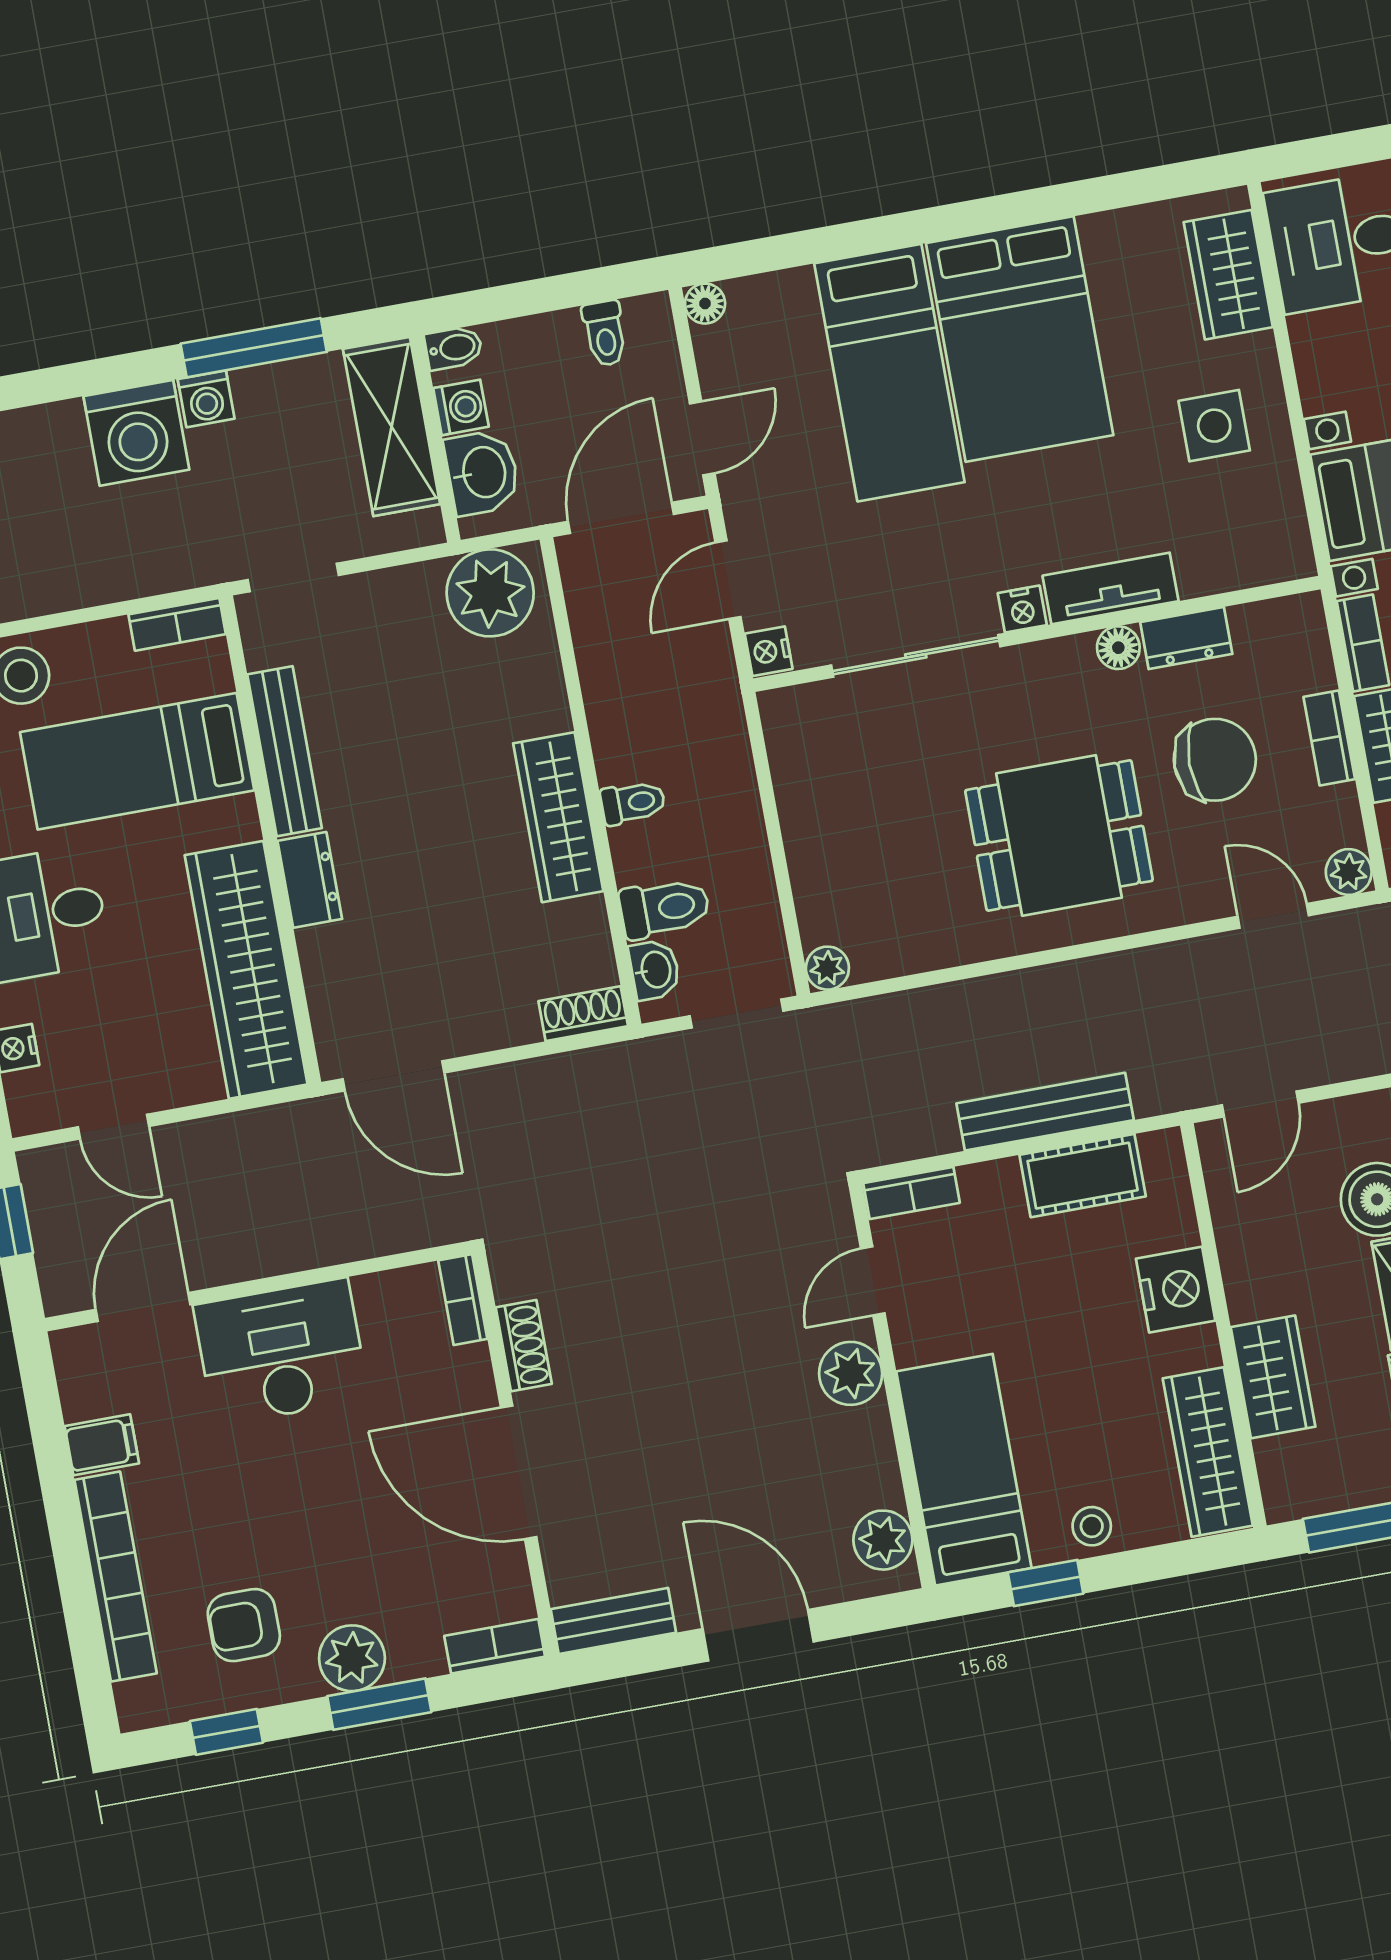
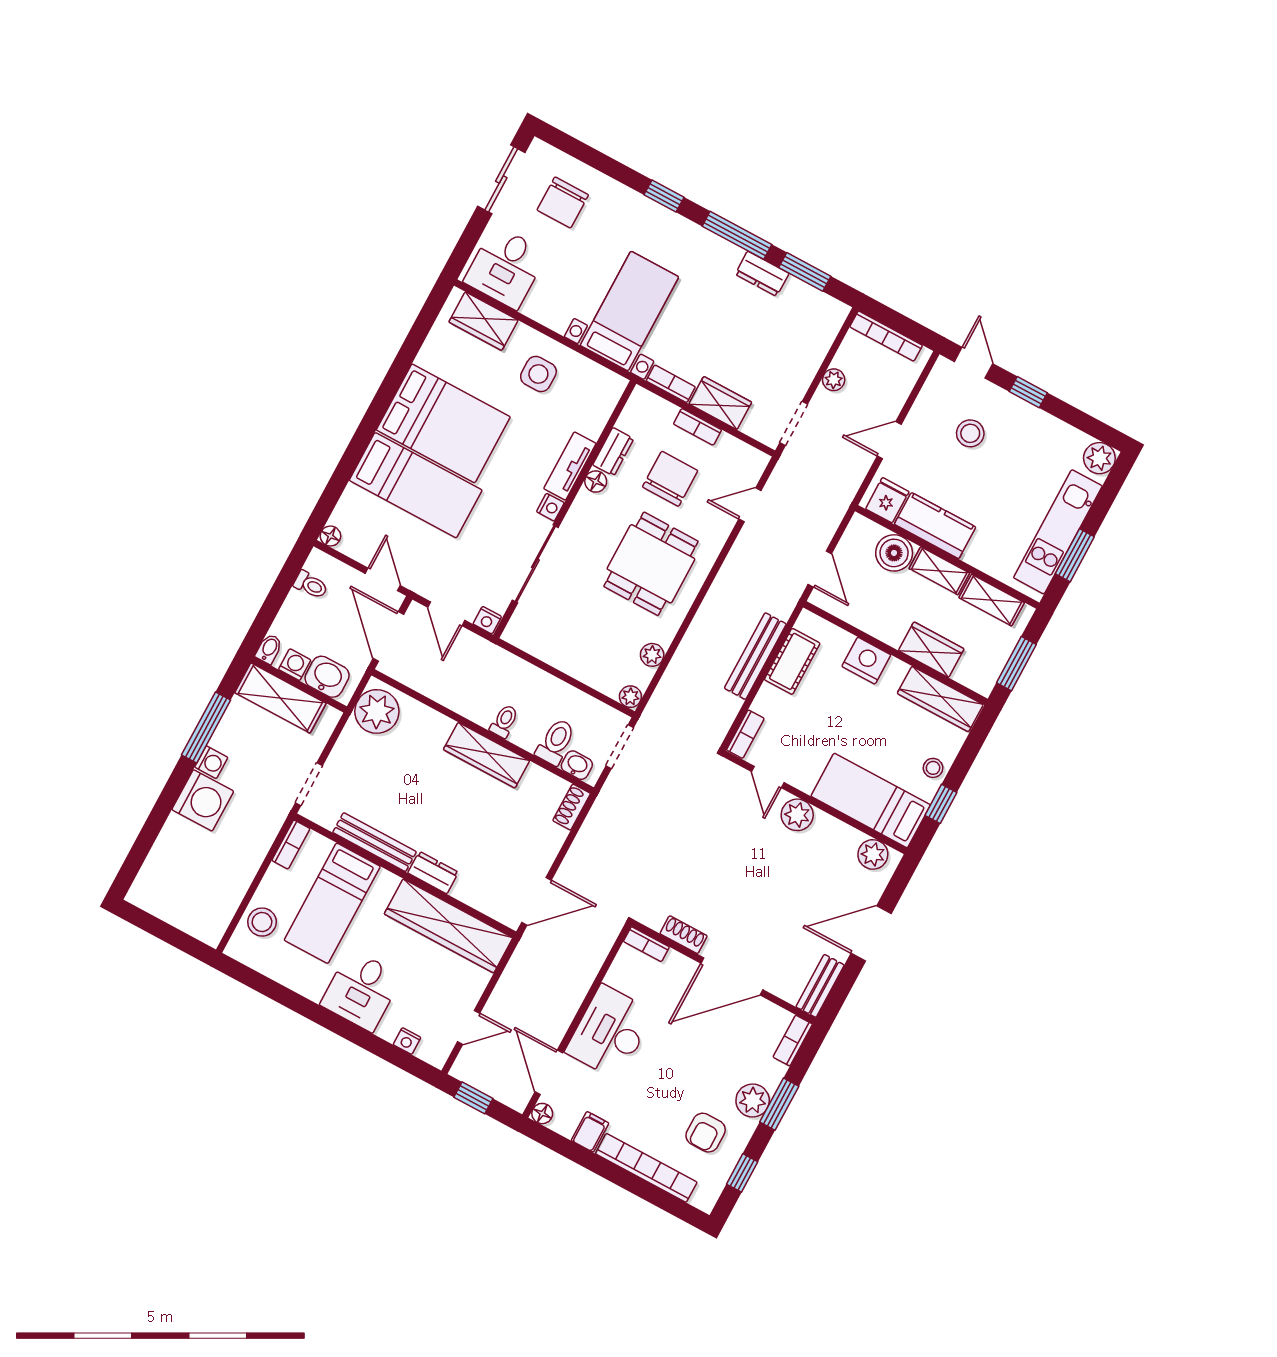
plant: (1349, 872) -> (652, 655), moved
floor lamp: (71, 1348) -> (542, 1114), added

